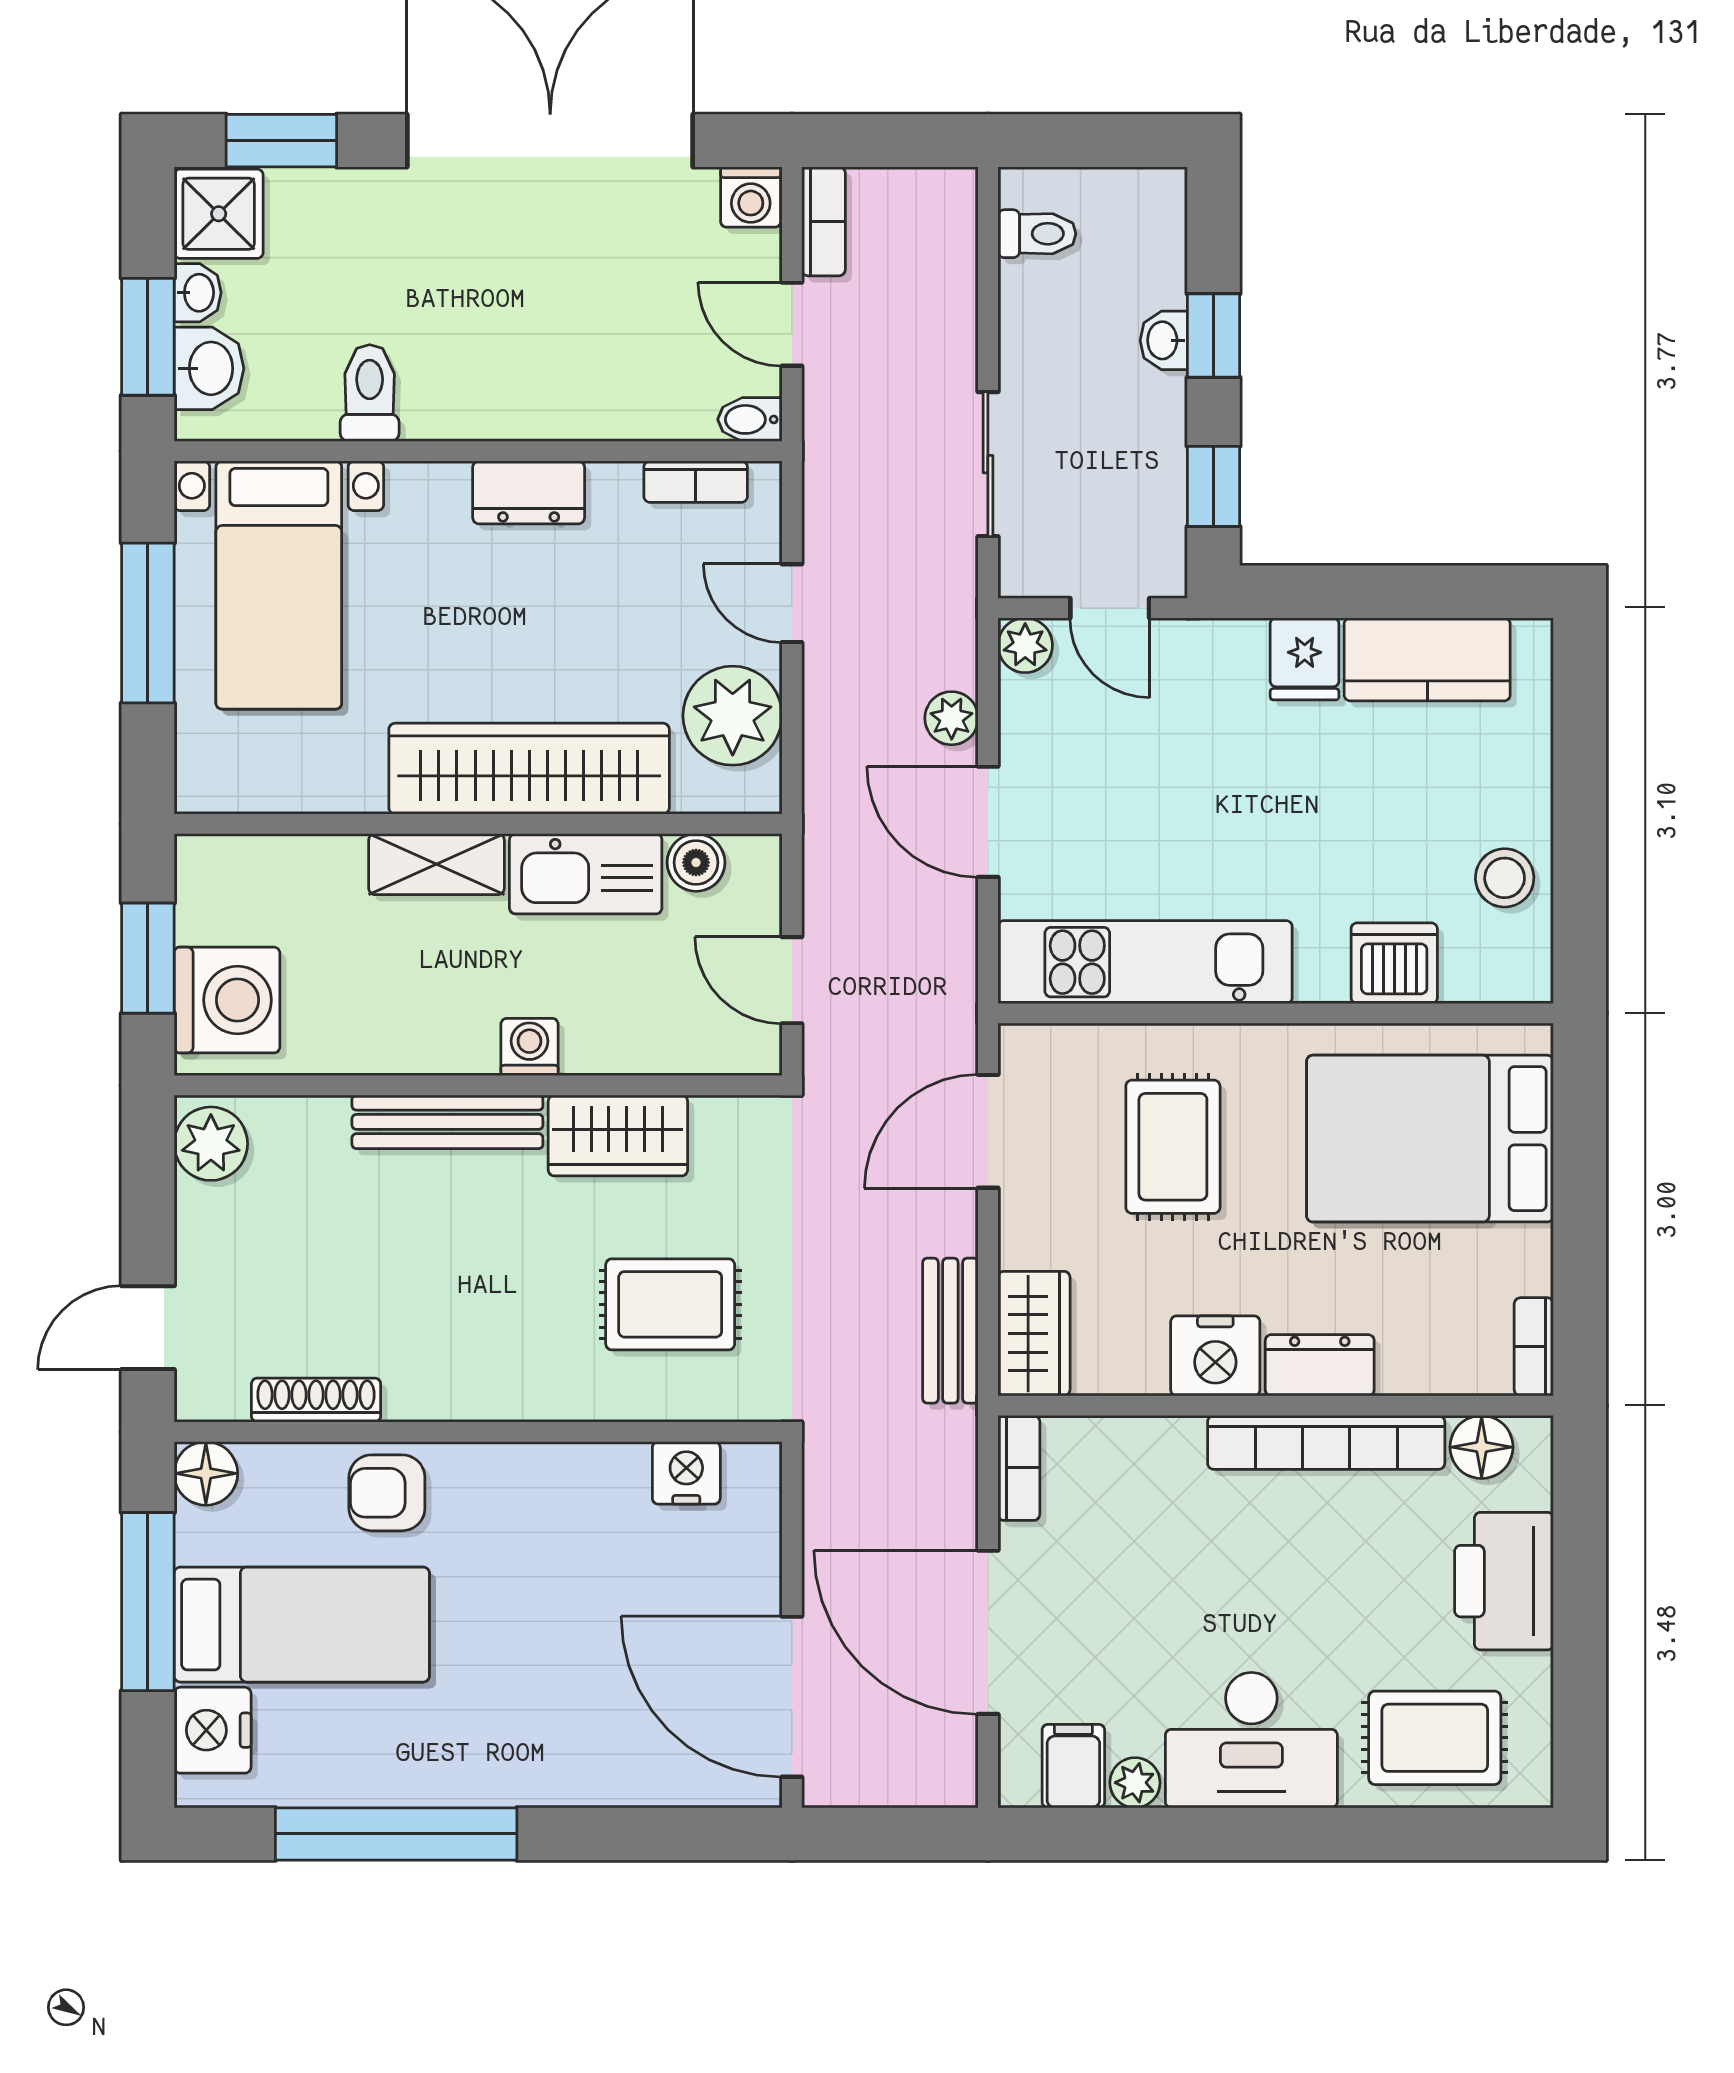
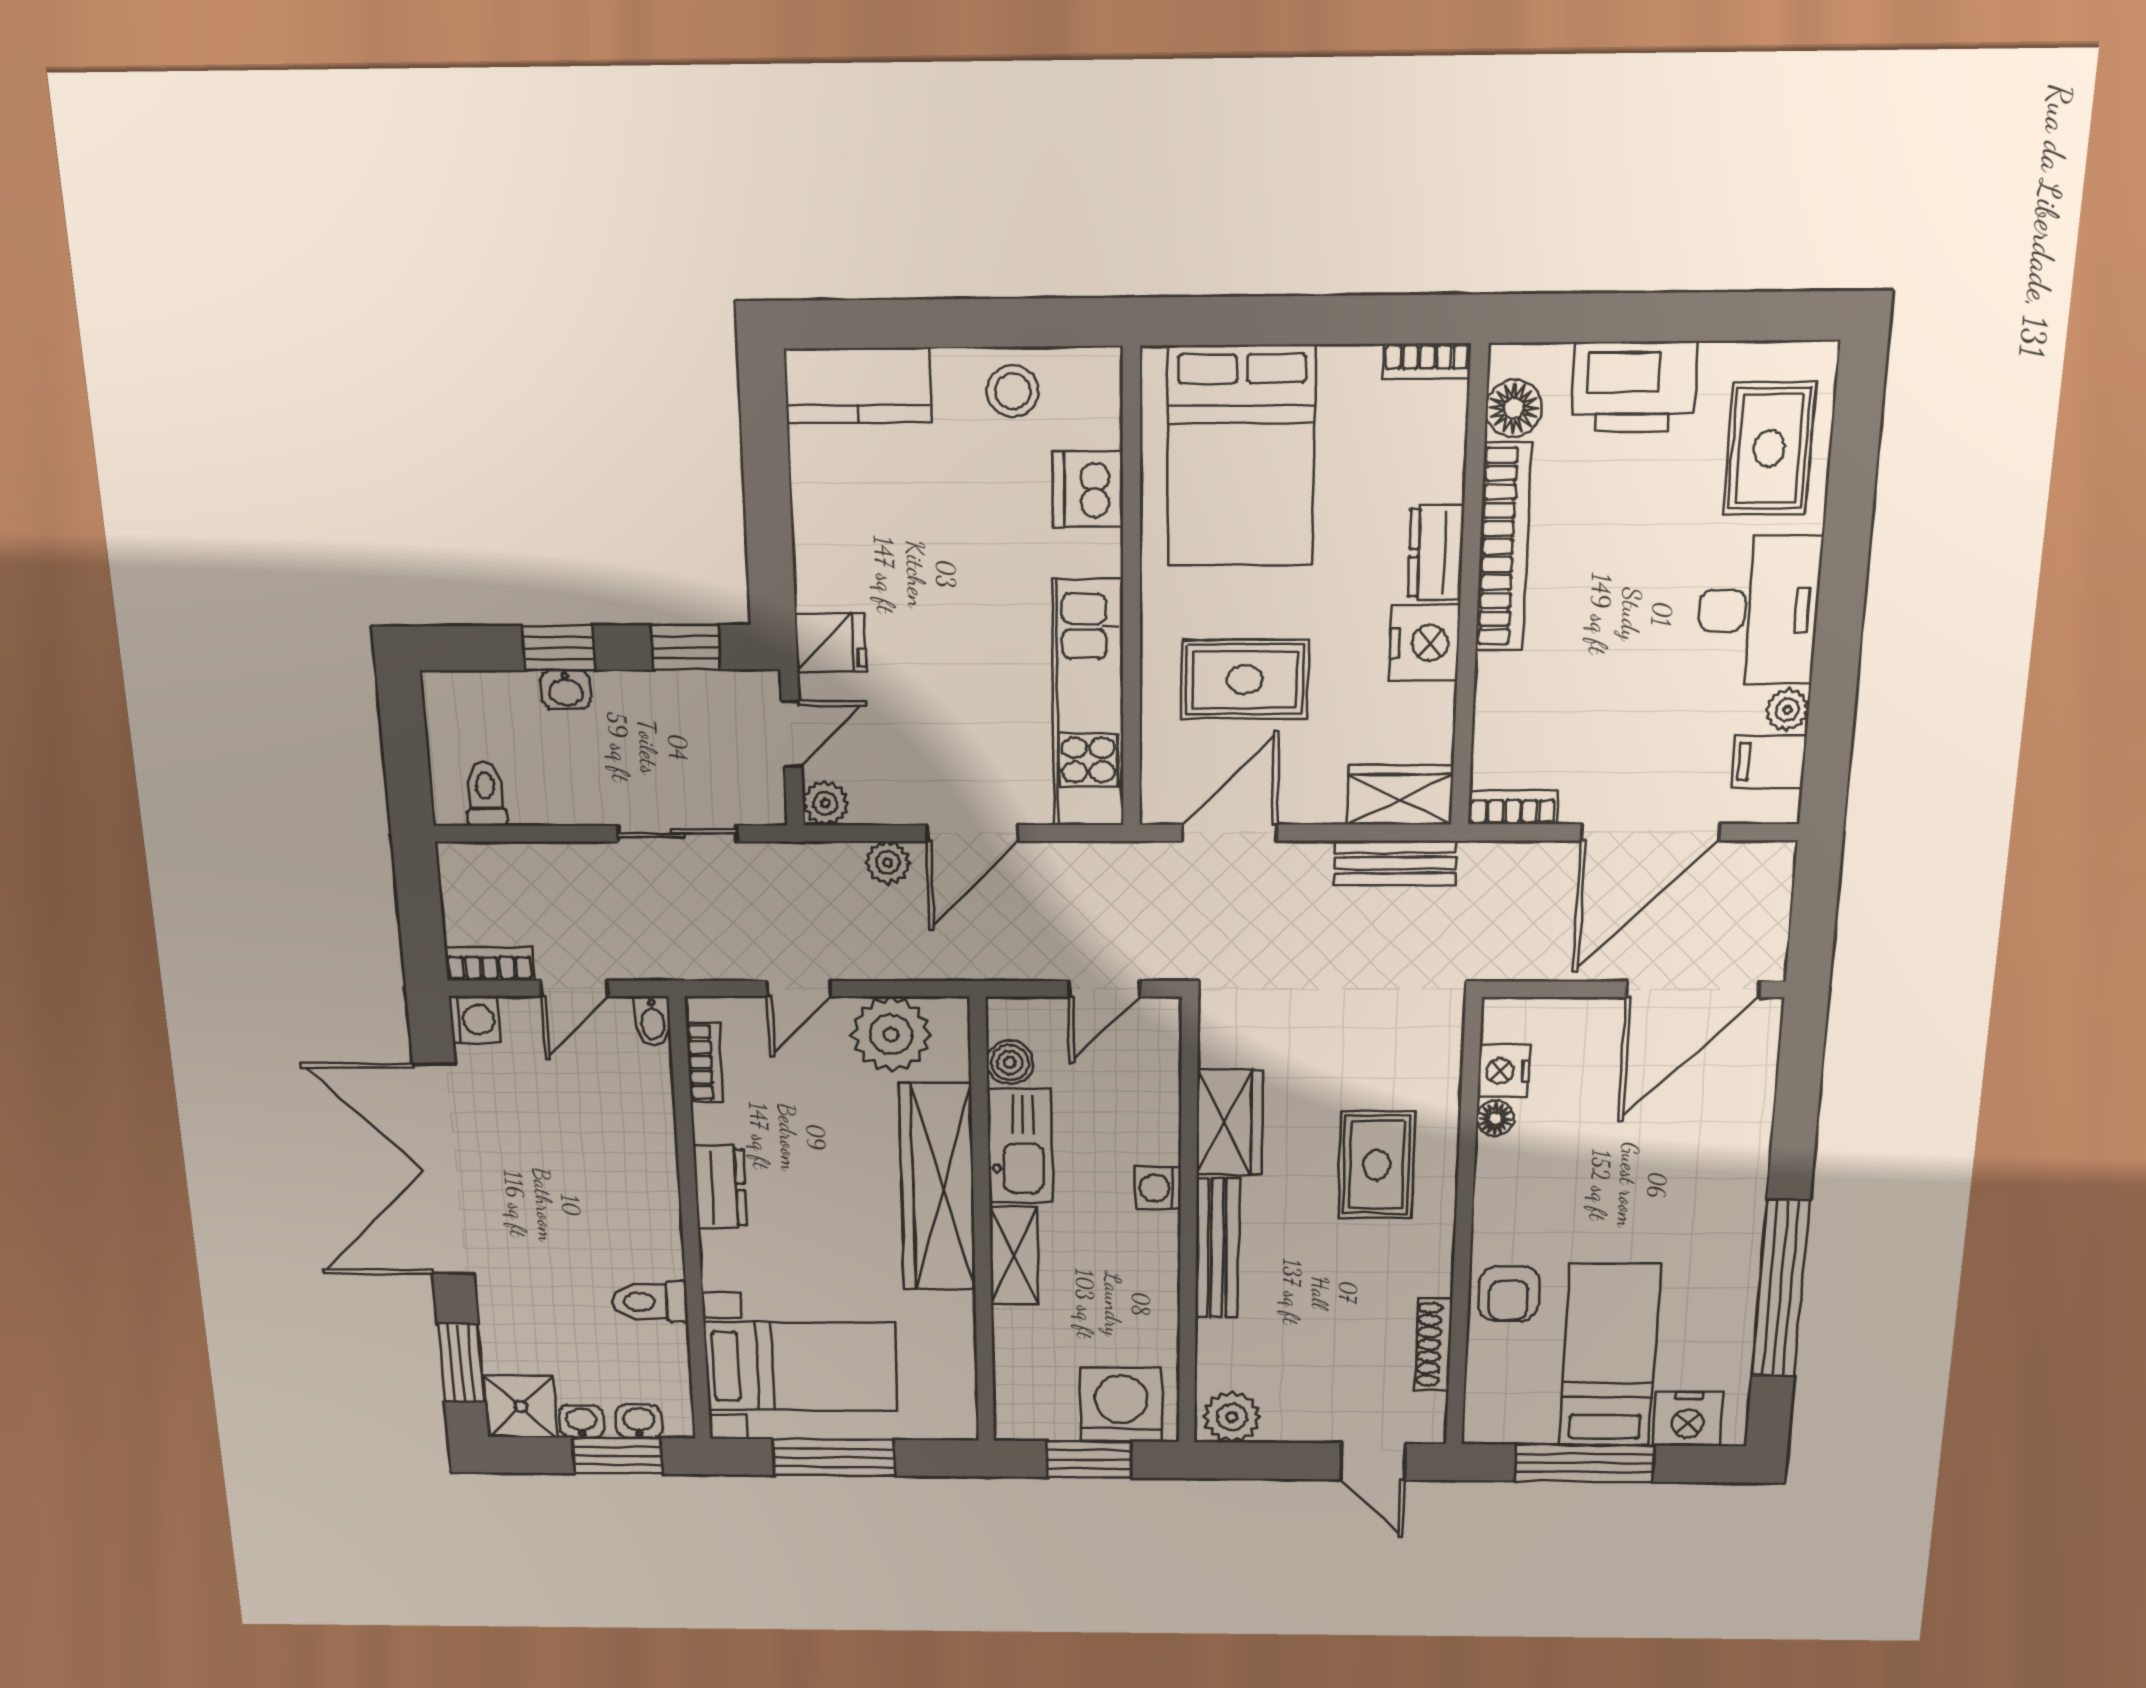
washbasin: (209, 368) -> (639, 1421), width x0.72, depth x0.69
fridge: (1305, 659) -> (831, 643), moved
kitchen counter: (1427, 659) -> (858, 386), moved, turned 90
door: (988, 1131) -> (1230, 833), swing flipped
rug: (670, 1304) -> (1377, 1165), moved
floor lamp: (206, 1473) -> (1495, 1119), moved, width x0.73, depth x0.73

